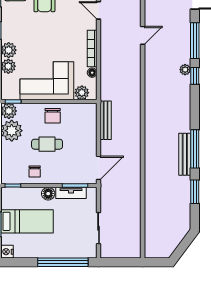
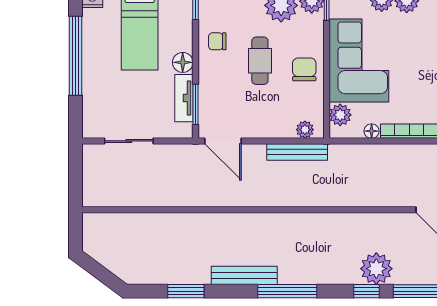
plant: (185, 70) -> (376, 269), width x1.87, depth x1.87
plant: (91, 115) -> (305, 130), added
chair: (53, 116) -> (304, 69), turned 90
window: (195, 149) -> (287, 291), moved
window: (63, 262) -> (76, 56), moved

